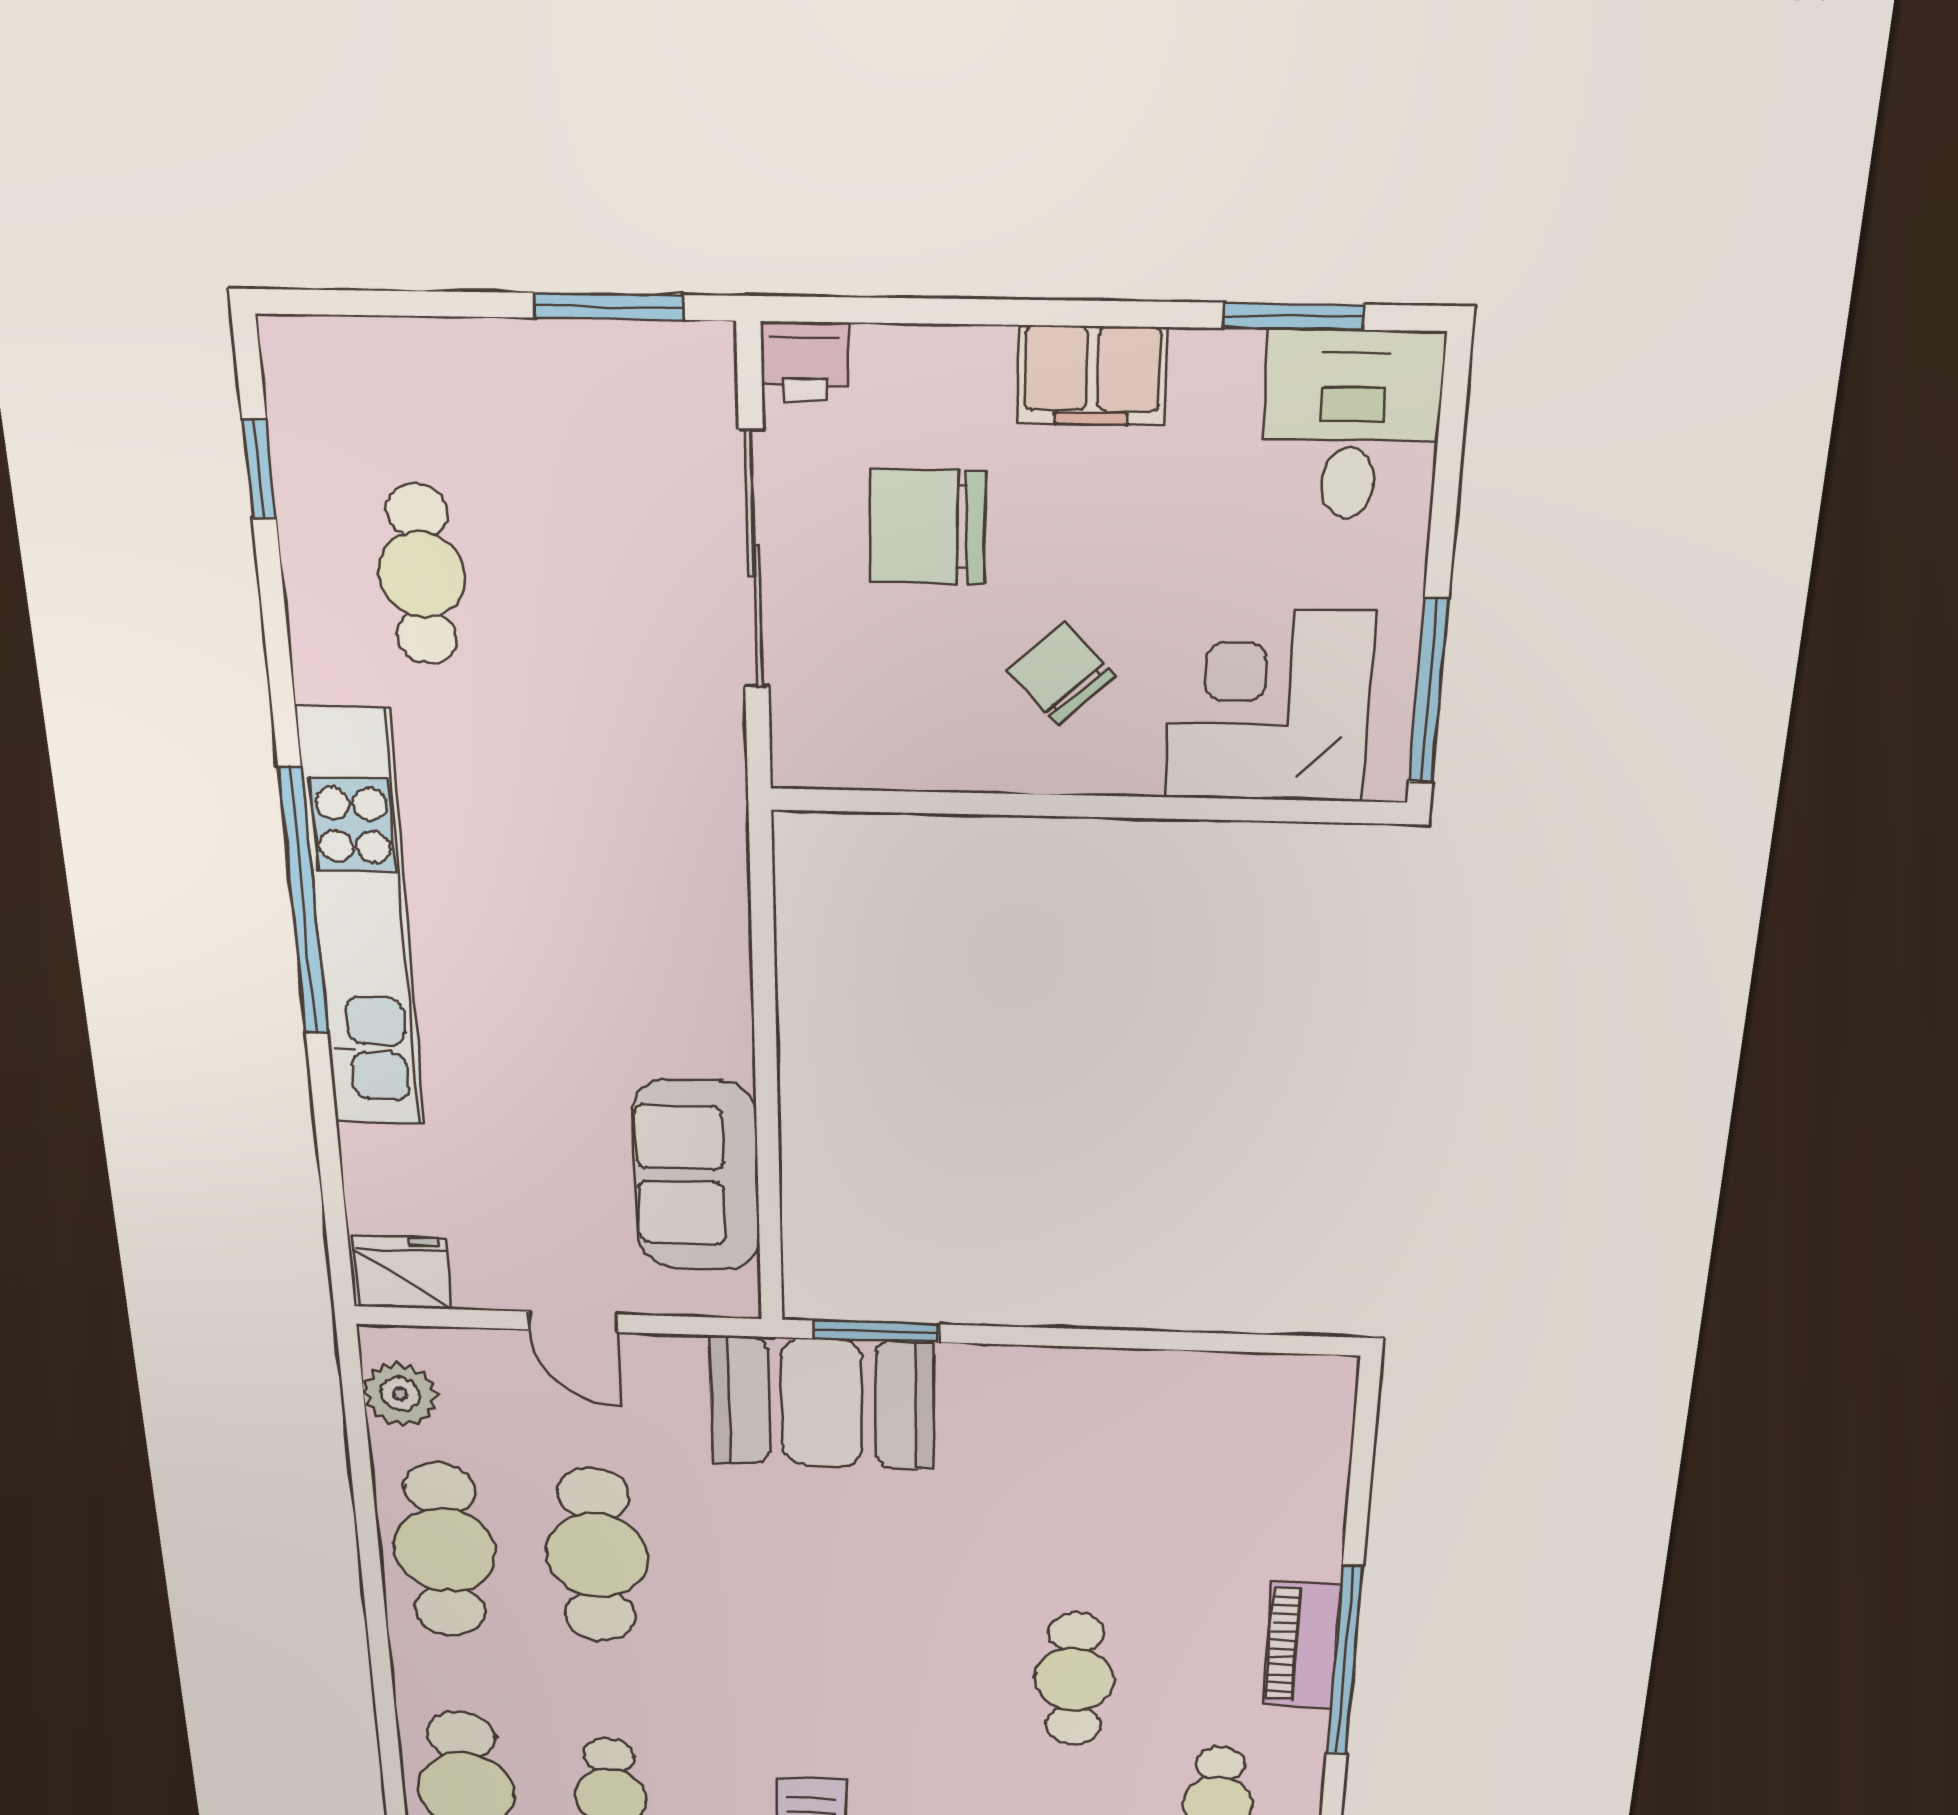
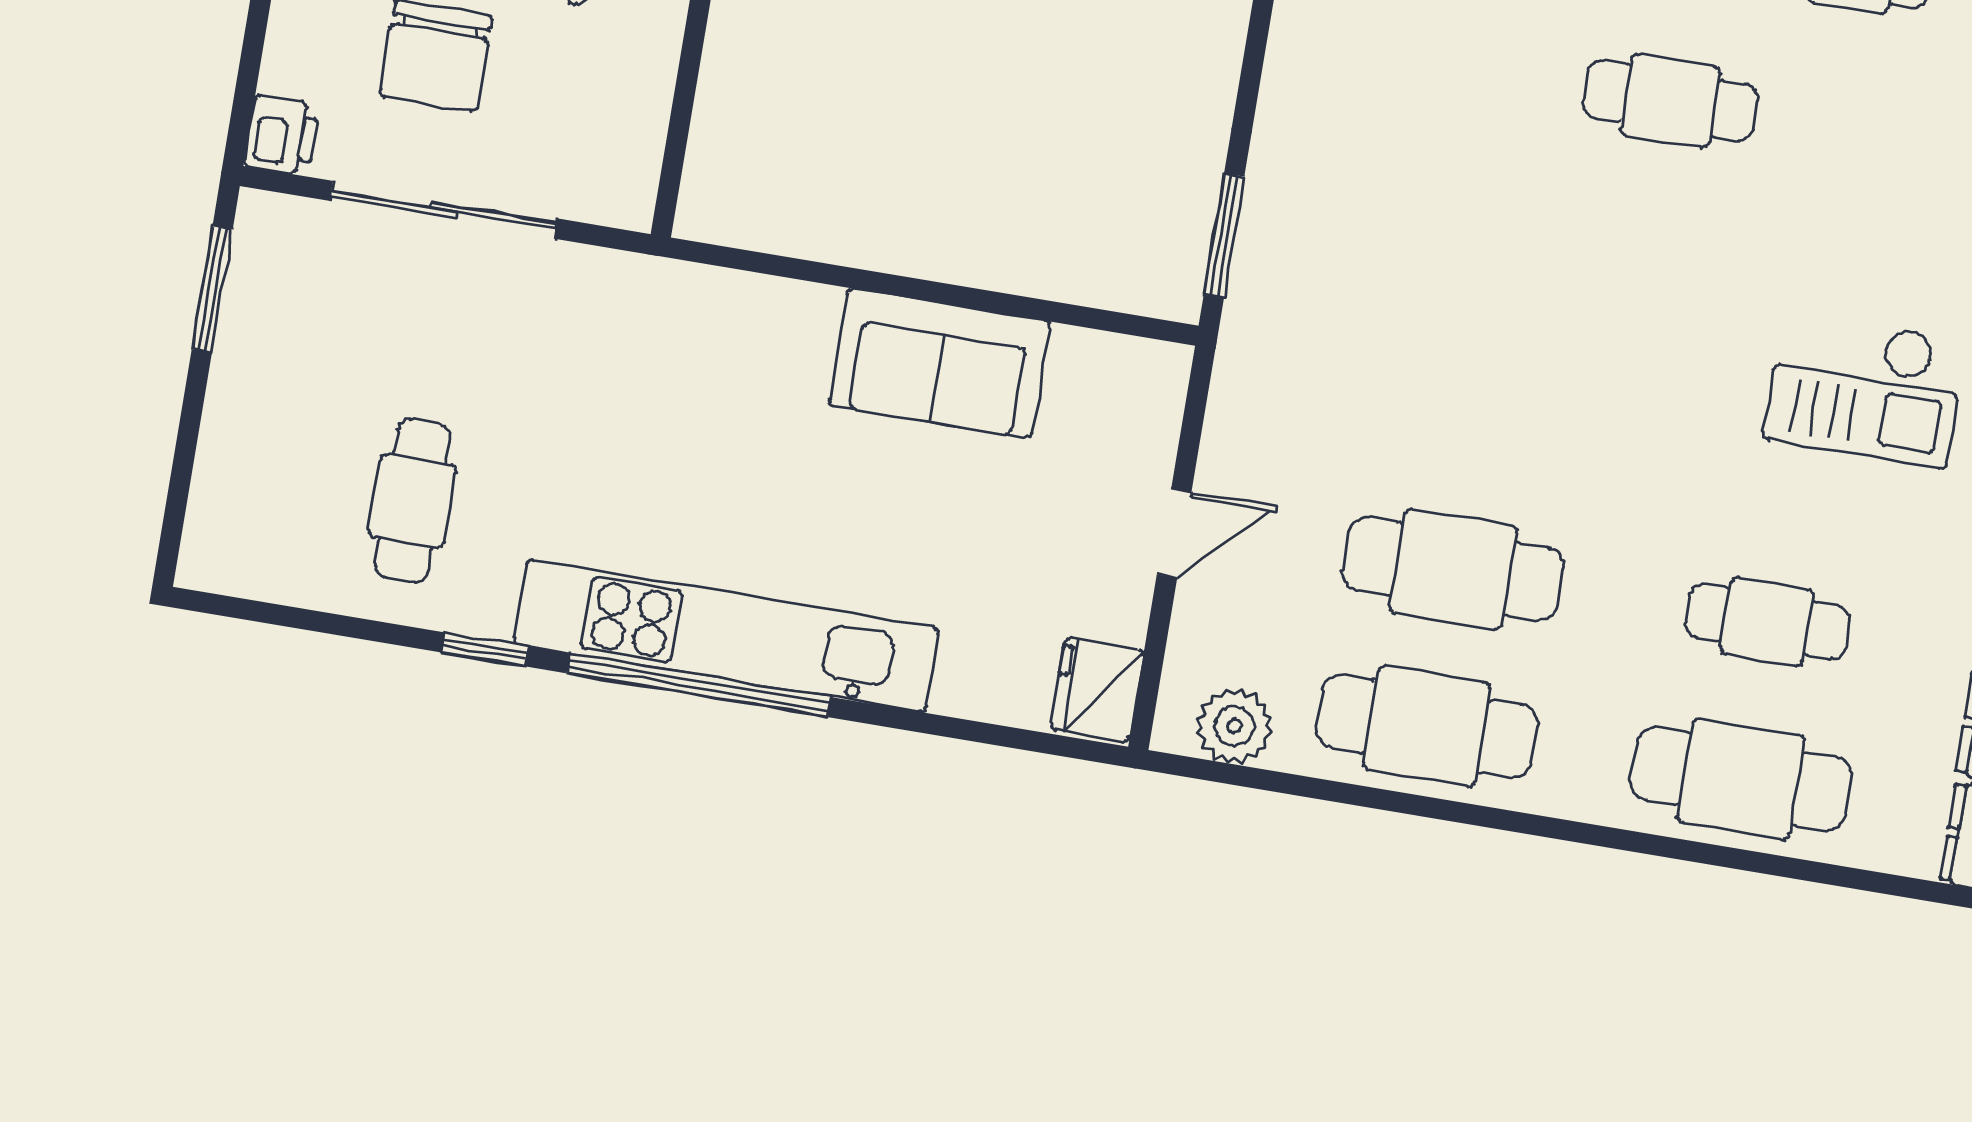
window: (259, 469) -> (485, 649), moved
cafe table: (422, 575) -> (413, 501), turned 90
sofa: (697, 1176) -> (940, 363), moved
booth: (822, 1403) -> (1299, 304), removed

